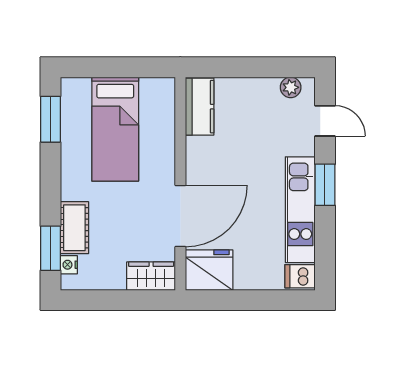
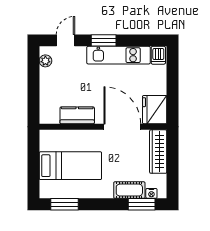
kitchen counter: (200, 107) -> (77, 115), moved
wardrobe: (151, 276) -> (158, 152), width x1.50

